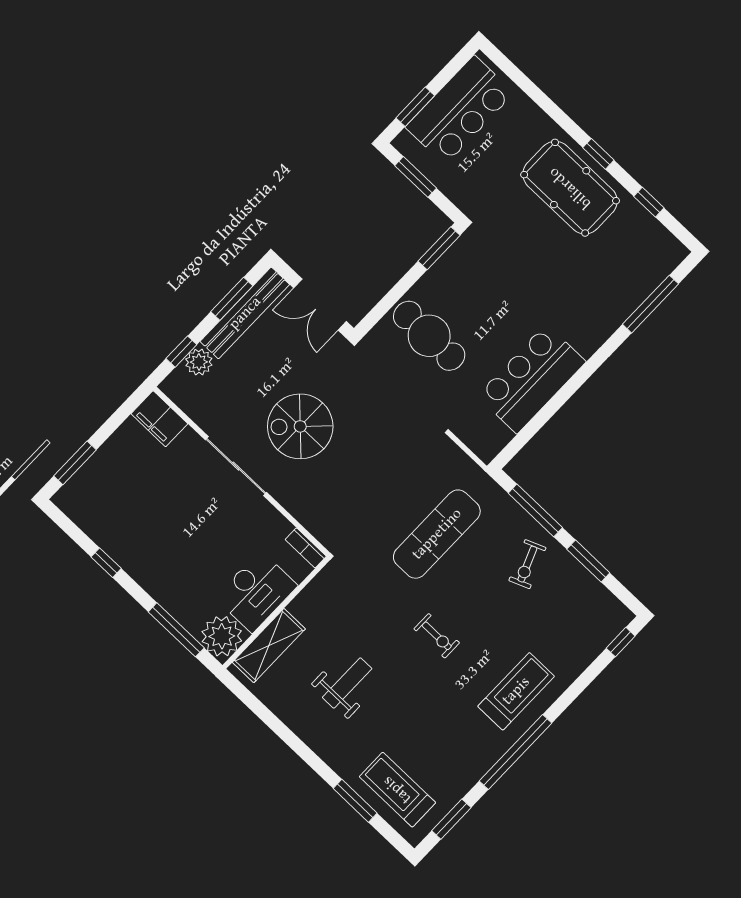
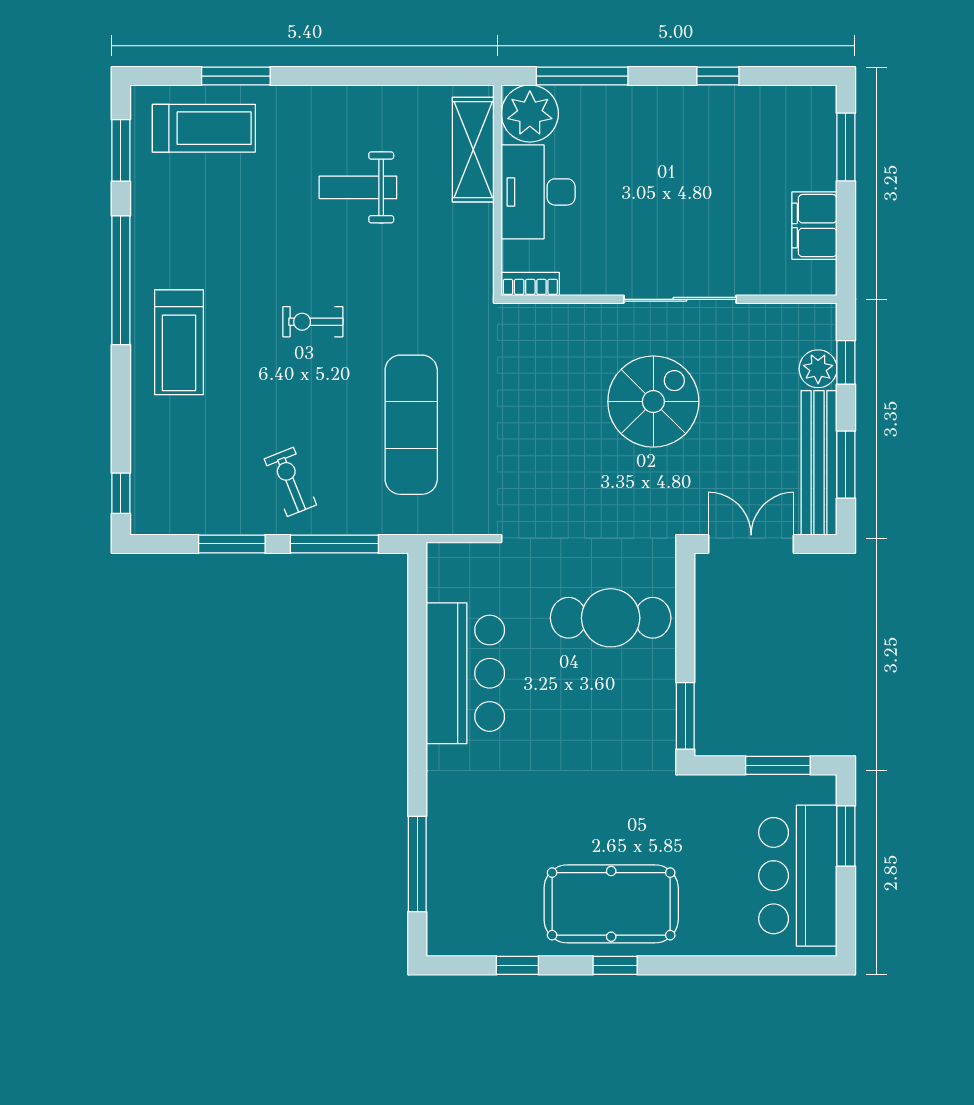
filing cabinet: (159, 419) -> (814, 226), moved, turned -90
weight bench: (347, 683) -> (358, 187), turned 90

